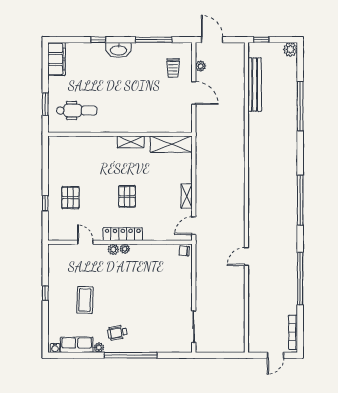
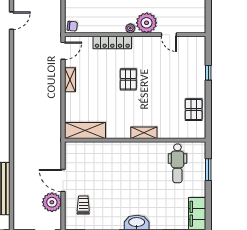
plant: (201, 66) -> (52, 202), width x1.88, depth x1.88
dental chair: (77, 111) -> (177, 163), turned -90
shelving: (131, 142) -> (144, 133), moved
pallet: (70, 198) -> (194, 110), moved
locker: (123, 234) -> (112, 43), moved
plant: (113, 249) -> (147, 23), width x1.87, depth x1.87

